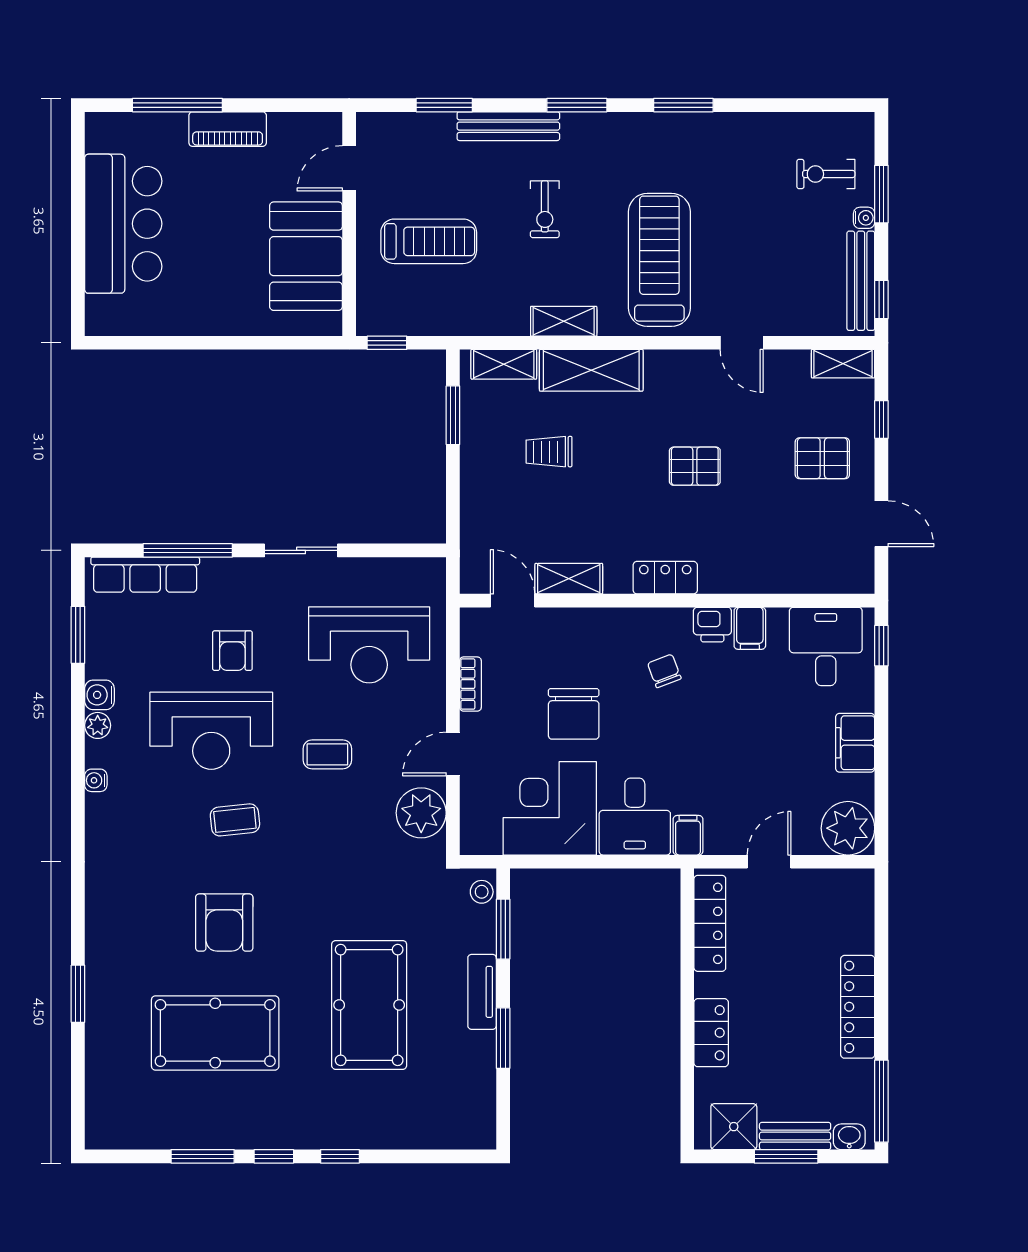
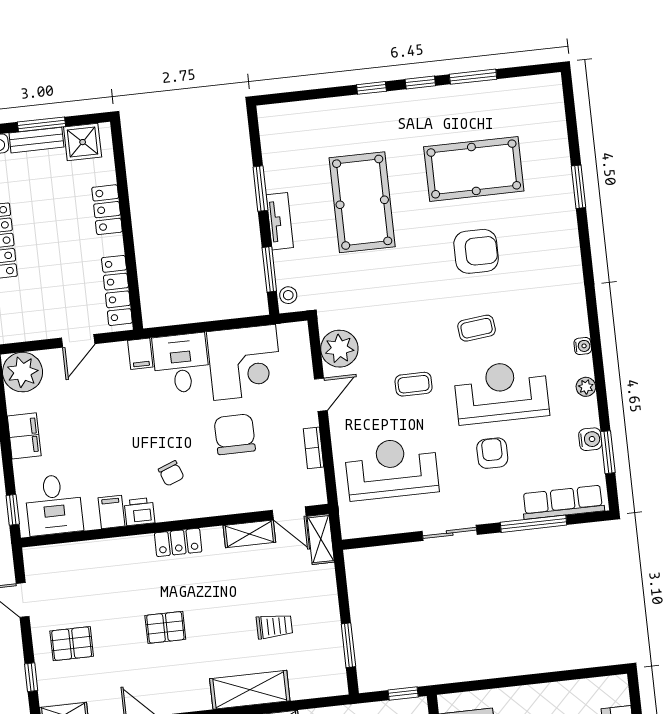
shelving: (504, 364) -> (321, 539), moved, turned 90
water cooler: (99, 695) -> (590, 439), moved
armchair: (224, 923) -> (476, 251), turned 90

